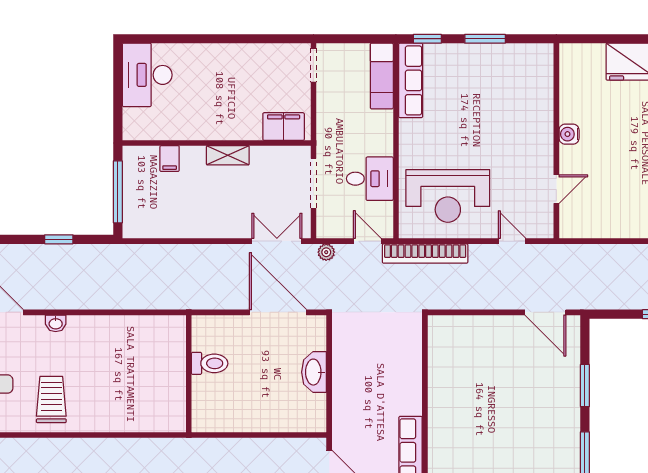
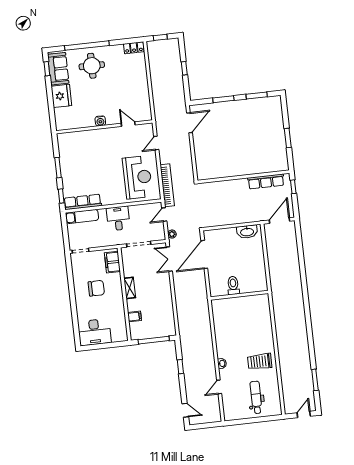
chair: (235, 88) -> (96, 288), added
desk: (370, 179) -> (118, 218), moved
washbasin: (314, 372) -> (247, 232), moved

